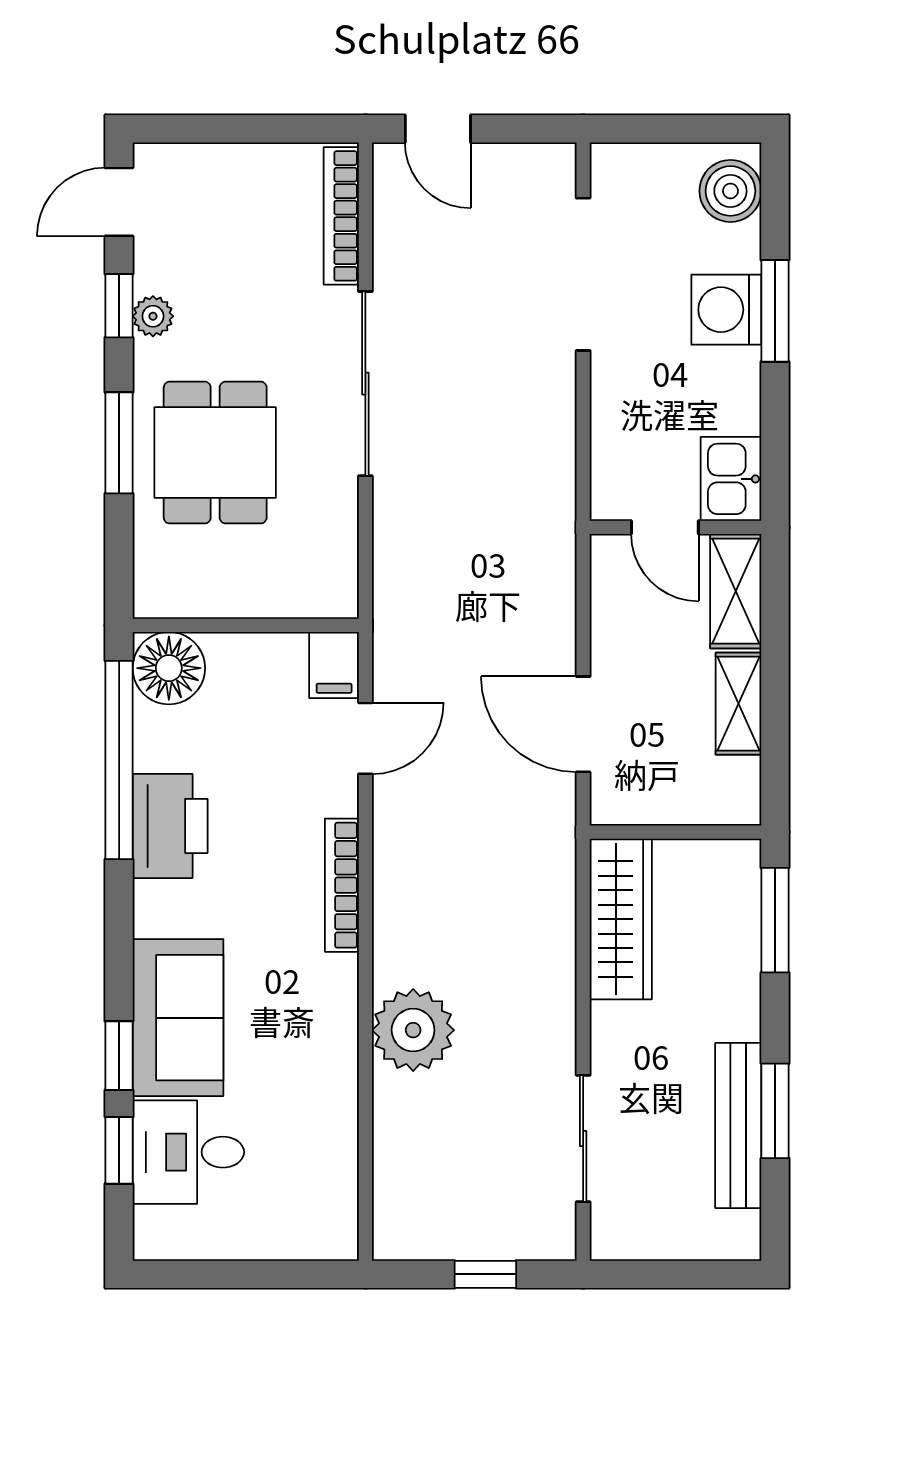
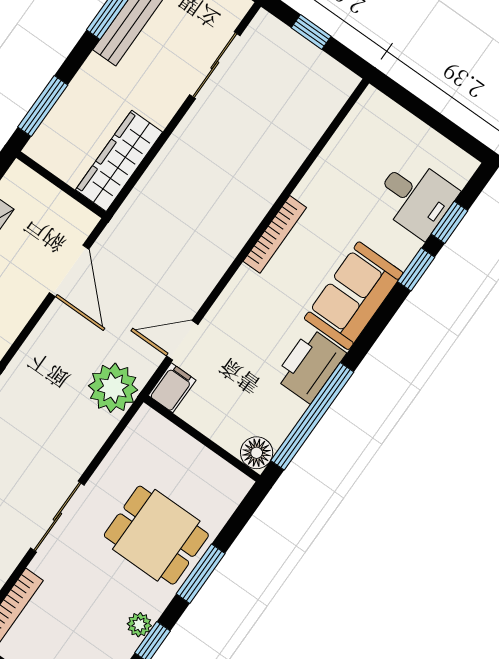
sliding door: (365, 384) -> (57, 517), width x0.73
dining table: (215, 453) -> (156, 535), turned 90
floor lamp: (169, 668) -> (257, 453), width x0.73, depth x0.73
bookcase: (342, 885) -> (275, 234), moved
sofa: (178, 1018) -> (354, 296), moved
plant: (413, 1030) -> (113, 388), moved

